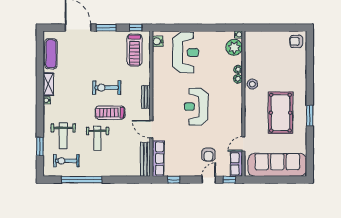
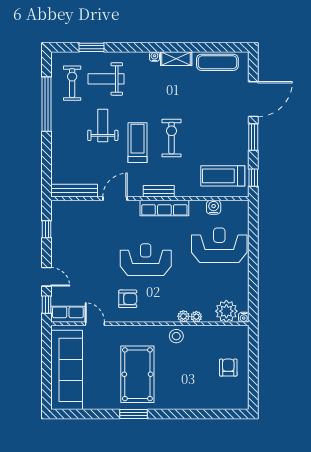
water cooler: (158, 41) -> (214, 207), moved
armchair: (296, 41) -> (228, 368), moved
reception desk: (186, 52) -> (219, 245), turned 180
pool table: (280, 113) -> (137, 374), turned 90
weight bench: (97, 138) -> (103, 126), turned 90
armchair: (208, 155) -> (128, 299), moved, turned 180
row of seats: (158, 158) -> (164, 208), moved

